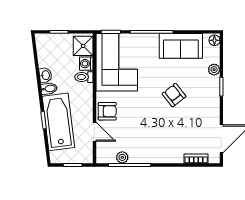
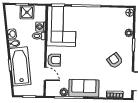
shower: (83, 46) -> (27, 12), moved
sofa: (181, 46) -> (84, 88), moved, turned 180
armchair: (174, 95) -> (115, 61), moved

